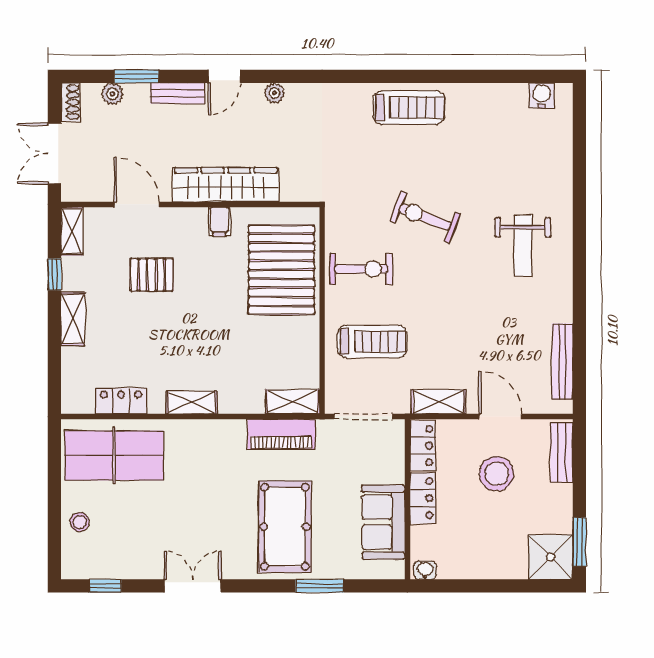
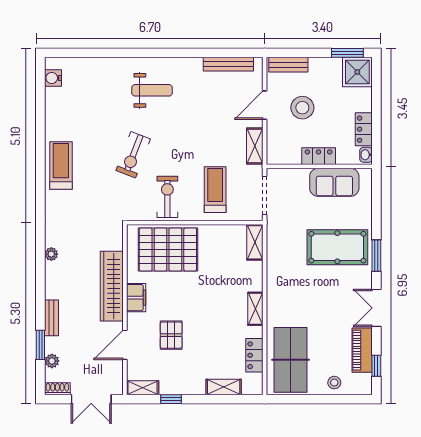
door: (224, 76) -> (40, 287), removed
filing cabinet: (219, 222) -> (136, 298), width x2.00
shelving: (73, 319) -> (224, 387), moved
piano: (281, 434) -> (362, 350), moved, turned 180
locker: (423, 446) -> (364, 129), moved, turned -90
window: (320, 586) -> (376, 256), moved

